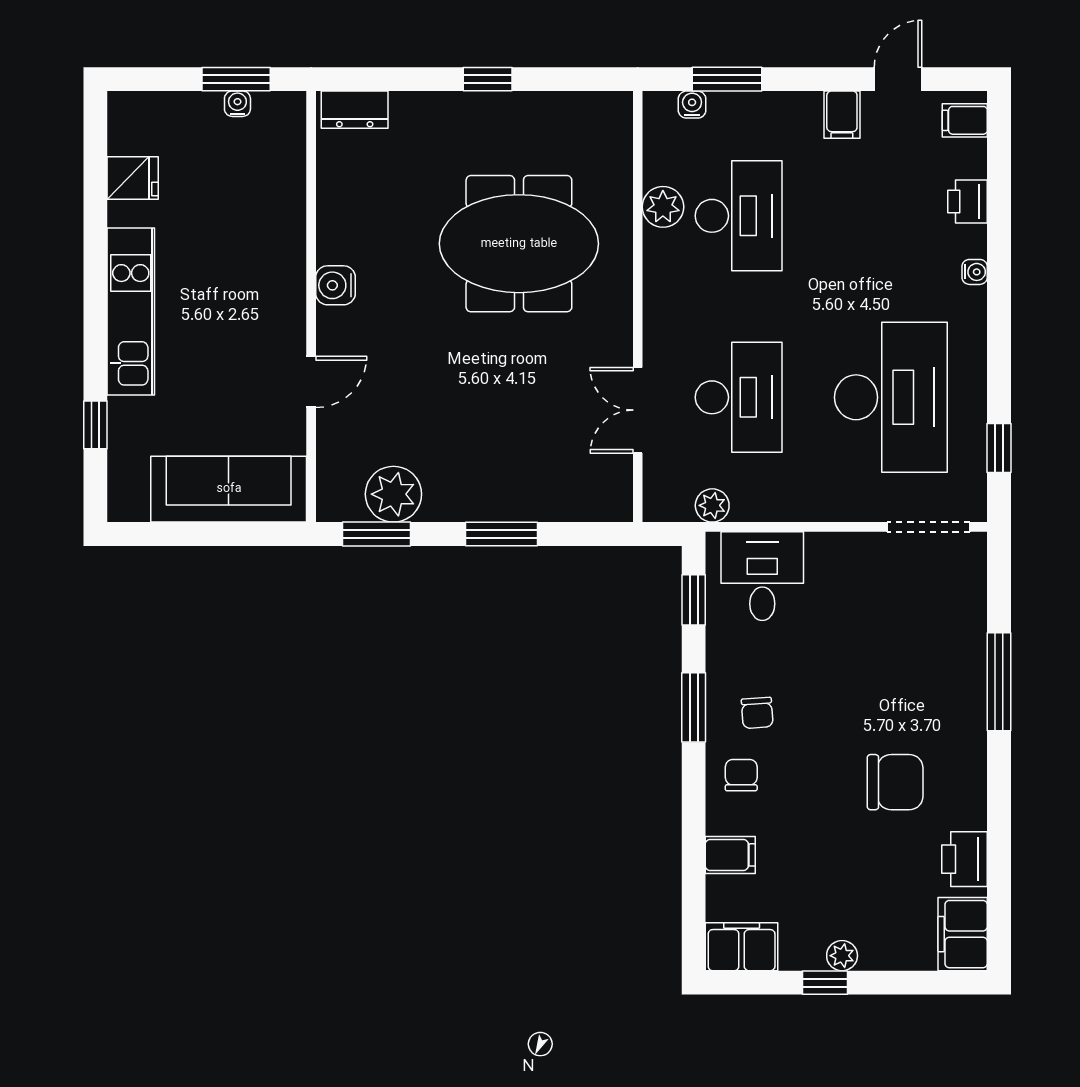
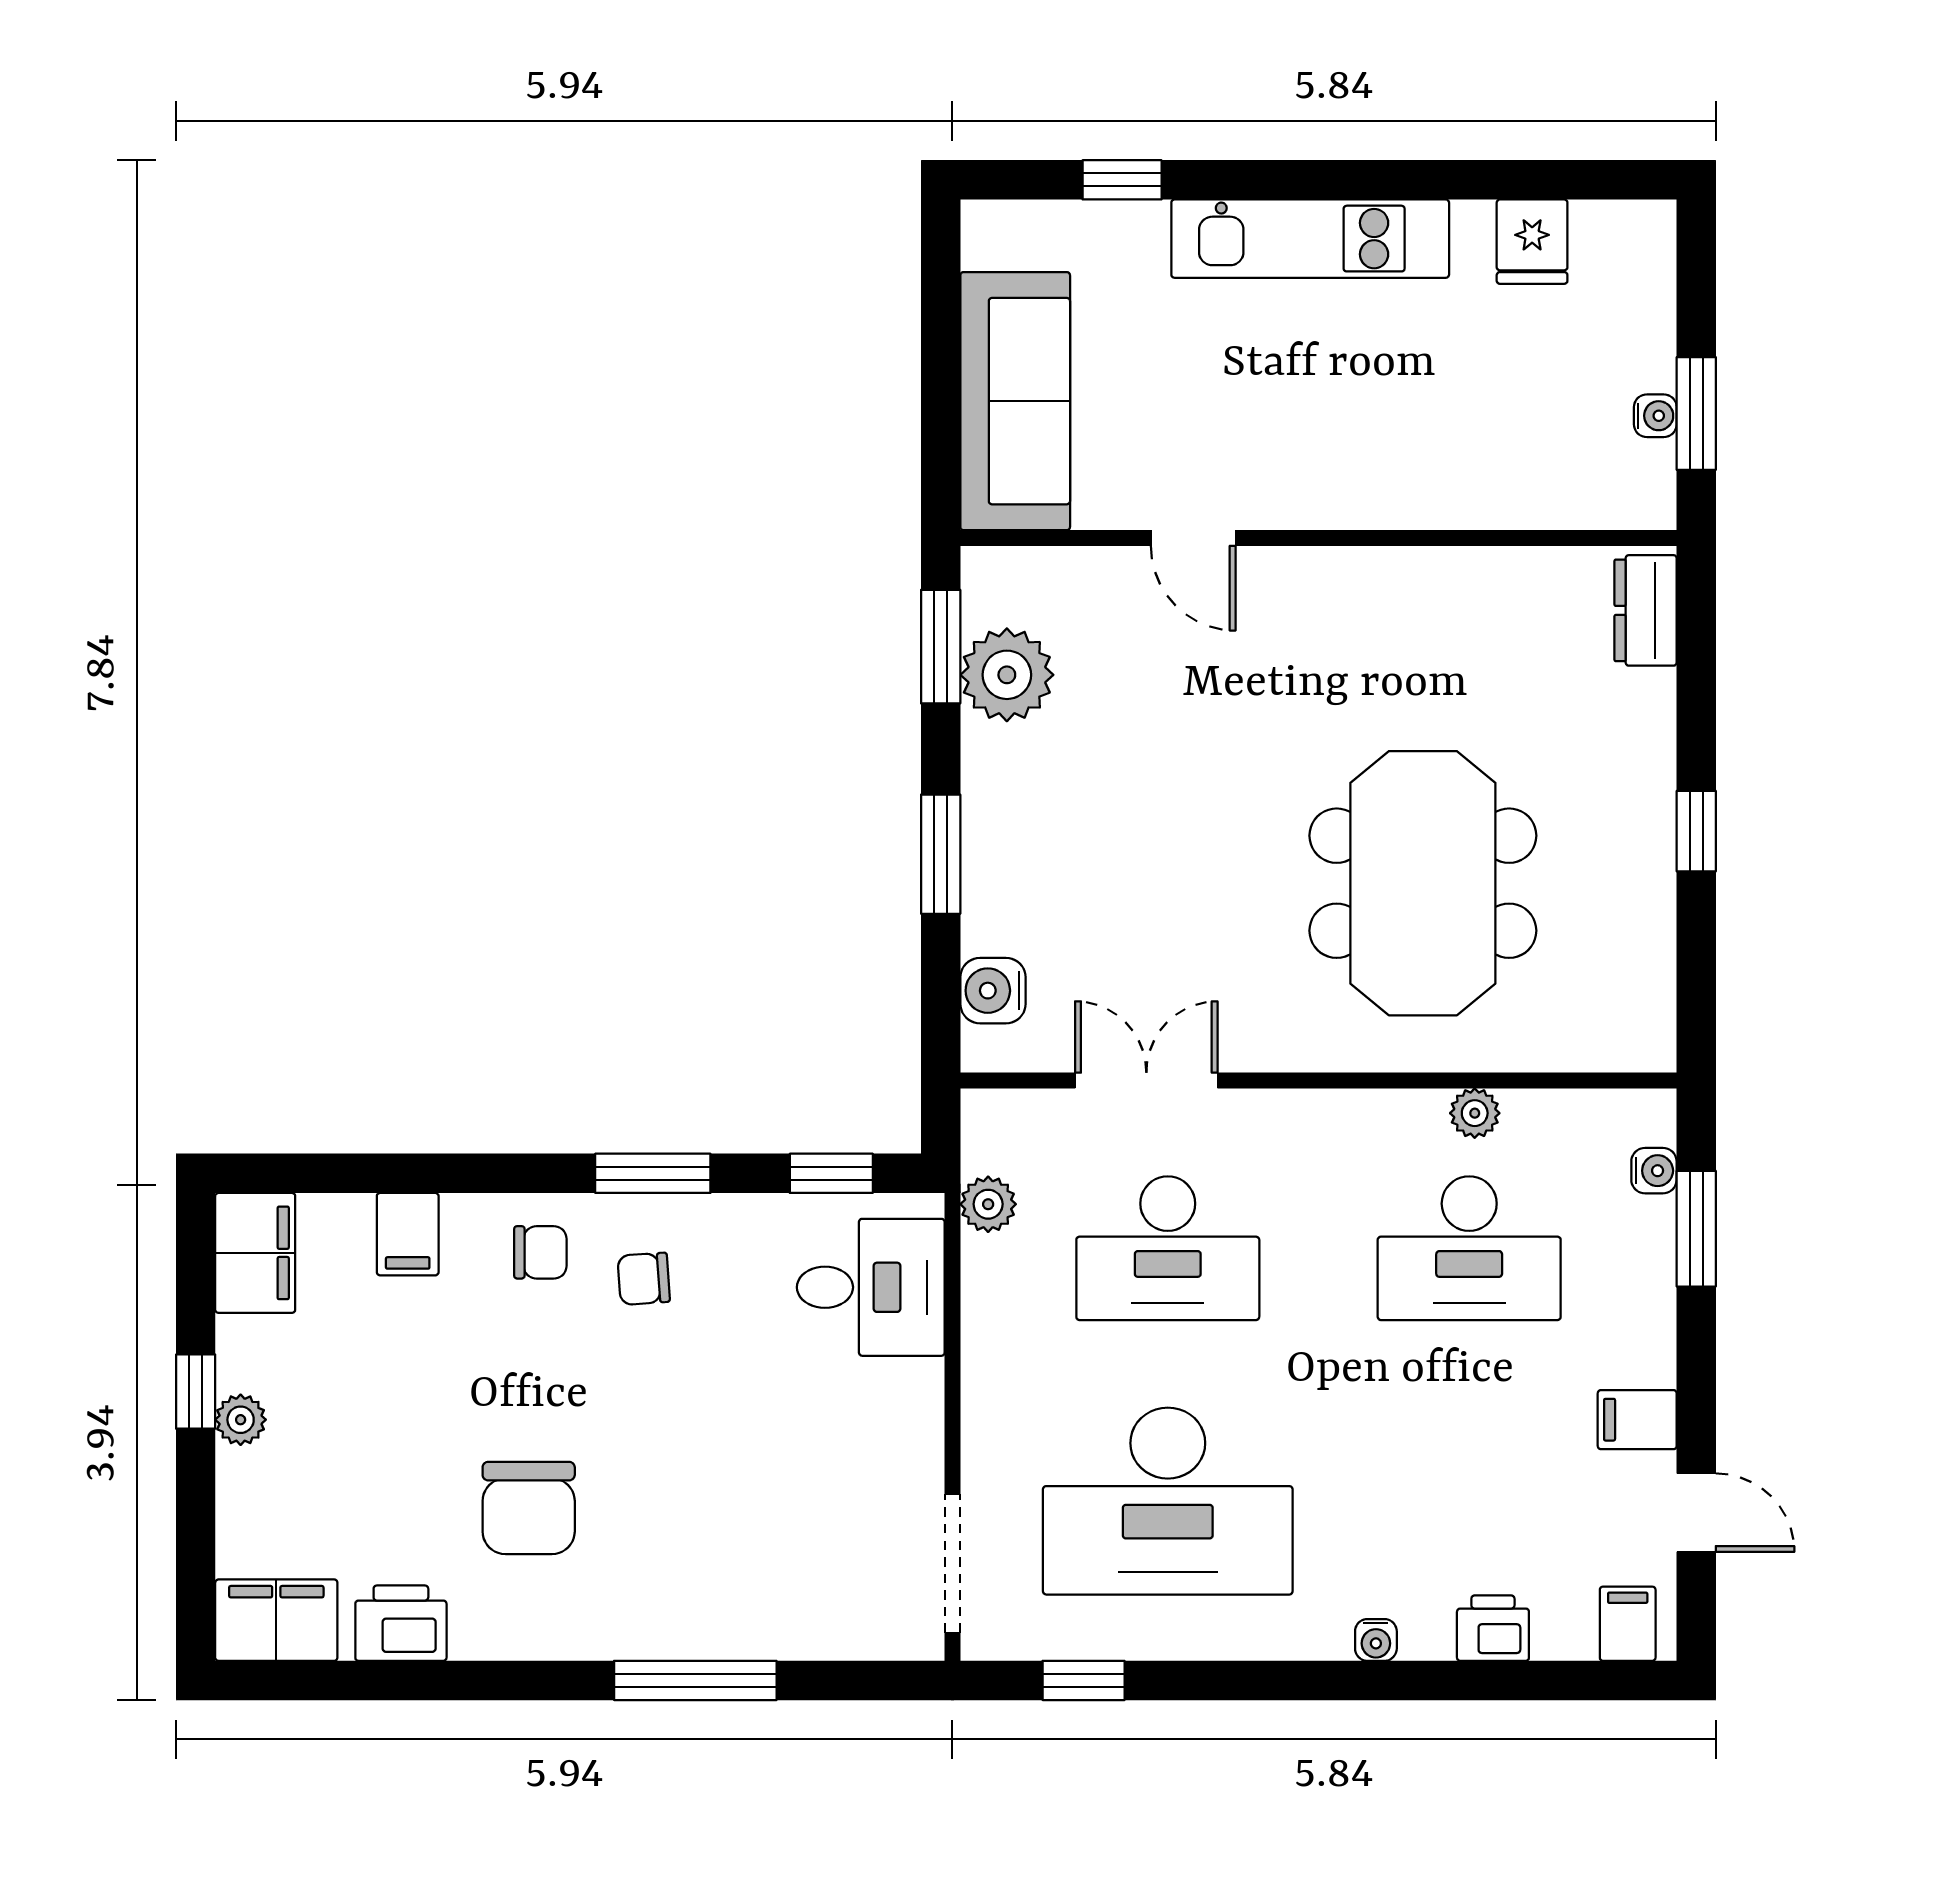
plant: (663, 207) -> (1475, 1113), width x0.73, depth x0.73
water cooler: (335, 285) -> (993, 991), moved, turned -90

